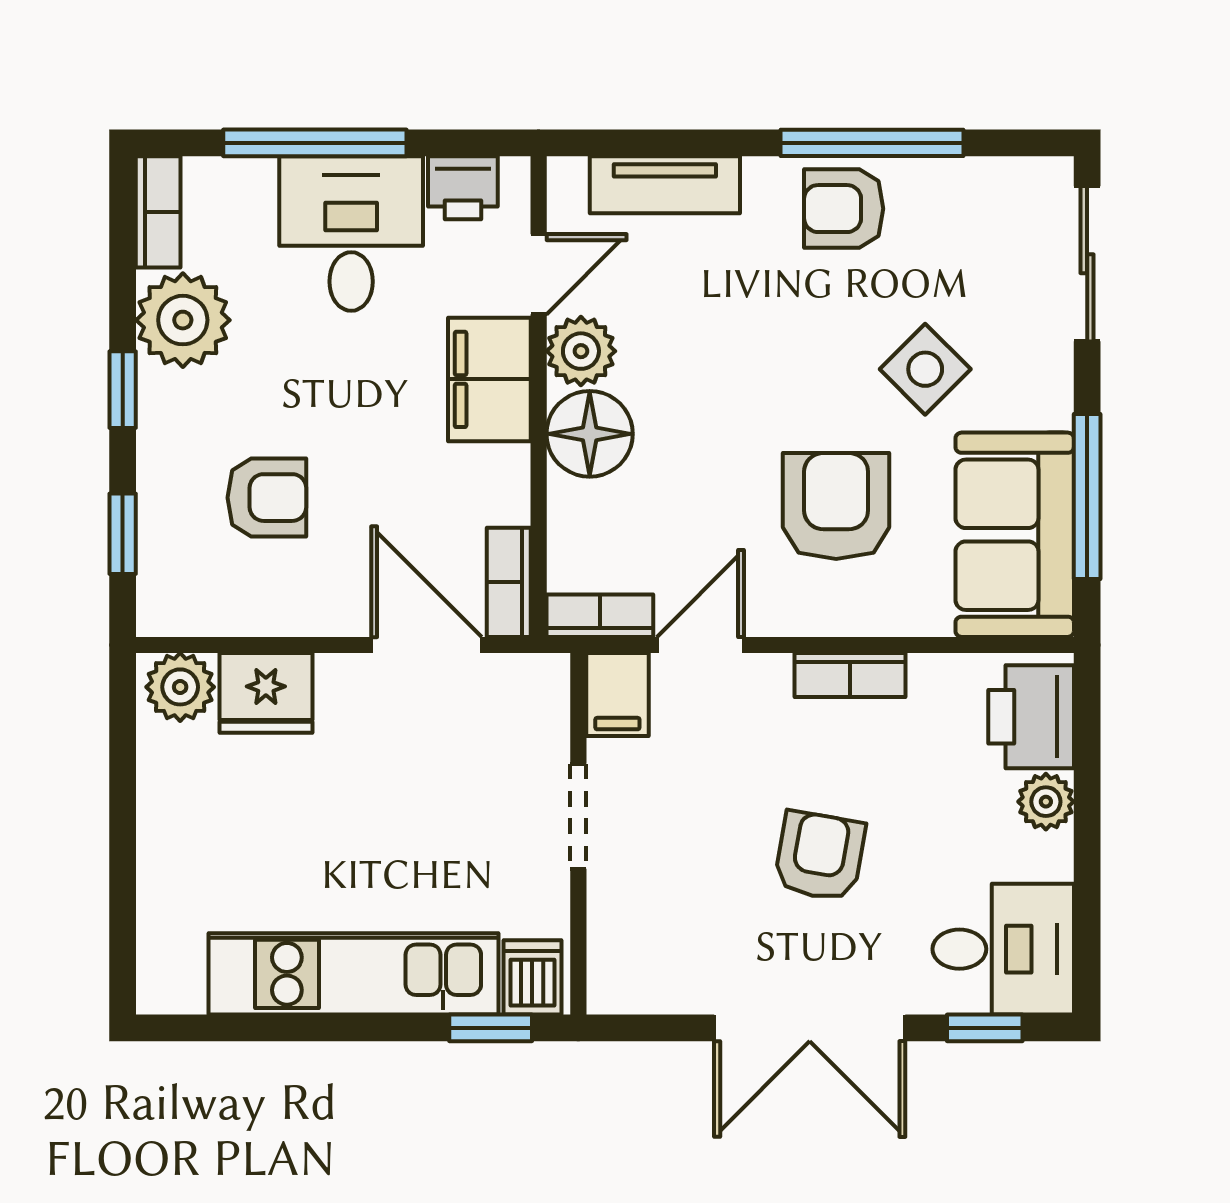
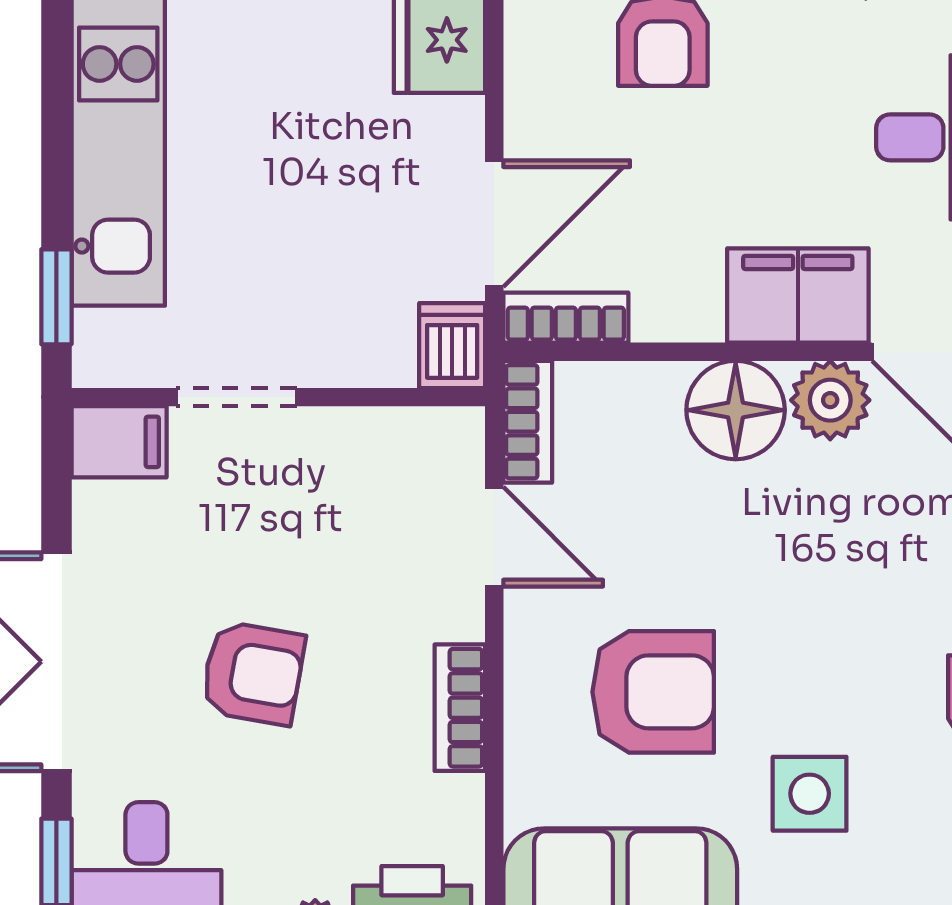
side table: (925, 369) -> (810, 794), turned 45
filing cabinet: (617, 694) -> (119, 442), moved, turned 180
doorway: (578, 816) -> (237, 397), moved
dishwasher: (532, 977) -> (452, 346), moved, turned -90

